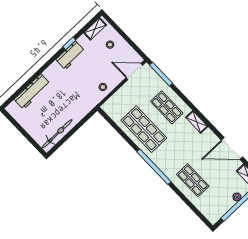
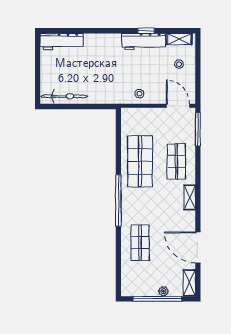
workbench: (70, 55) -> (144, 42), width x1.38
workbench: (32, 92) -> (62, 41), moved

